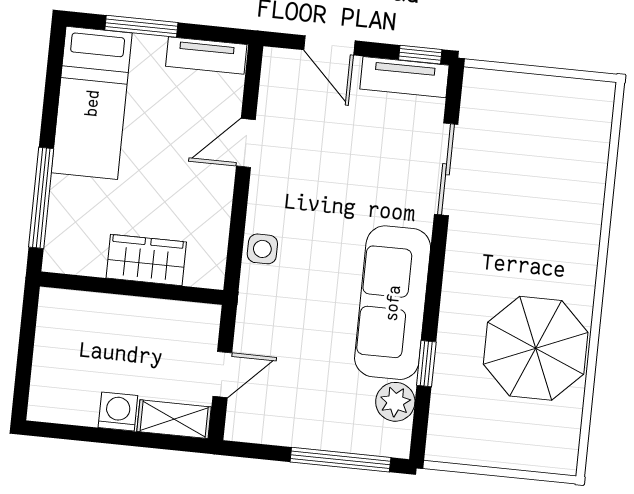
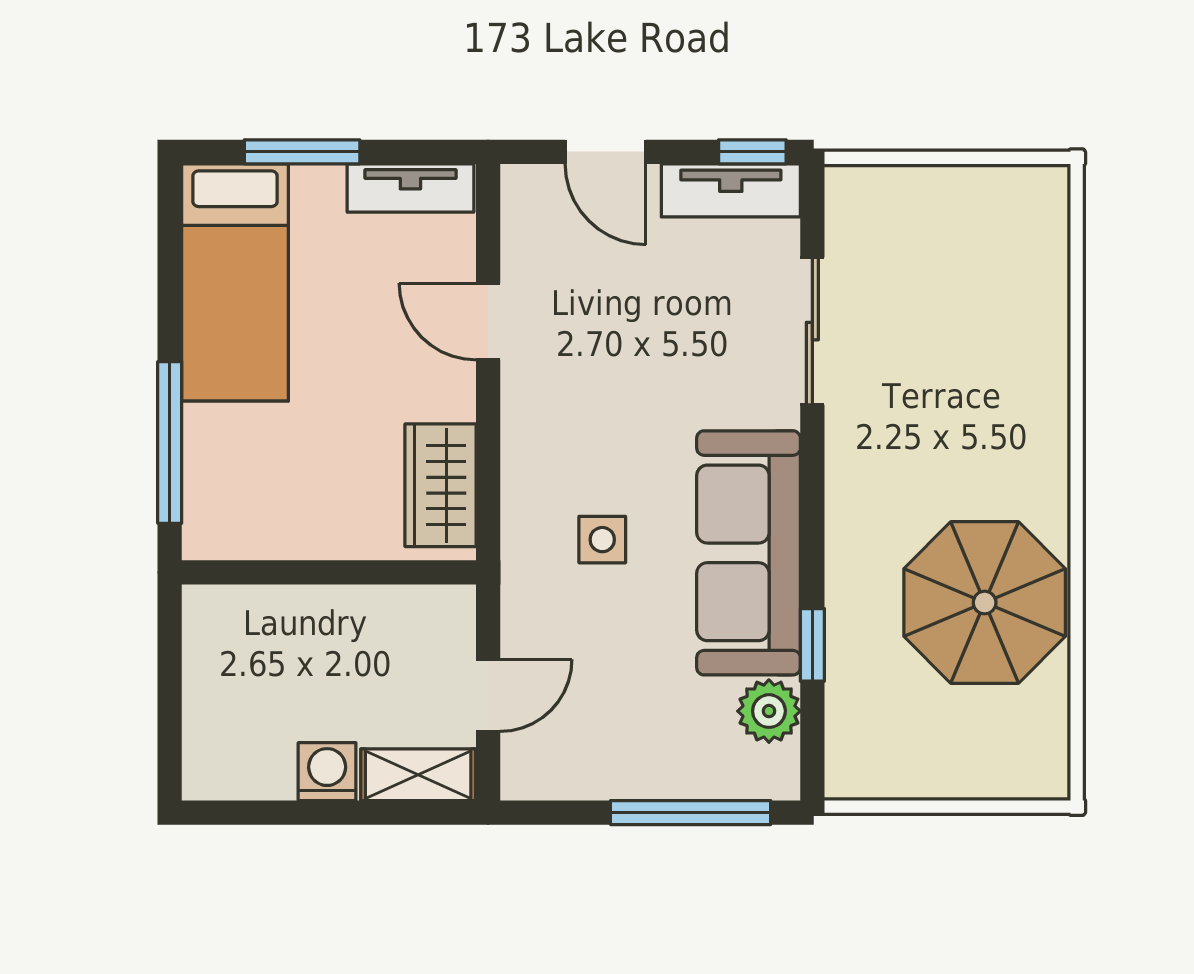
door: (246, 143) -> (488, 321), hinge flipped
side table: (262, 249) -> (602, 540), moved
wardrobe: (146, 260) -> (440, 485), moved, turned -90

